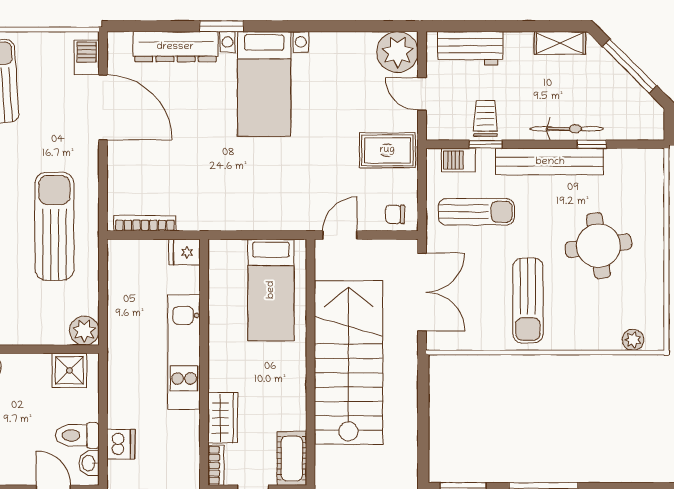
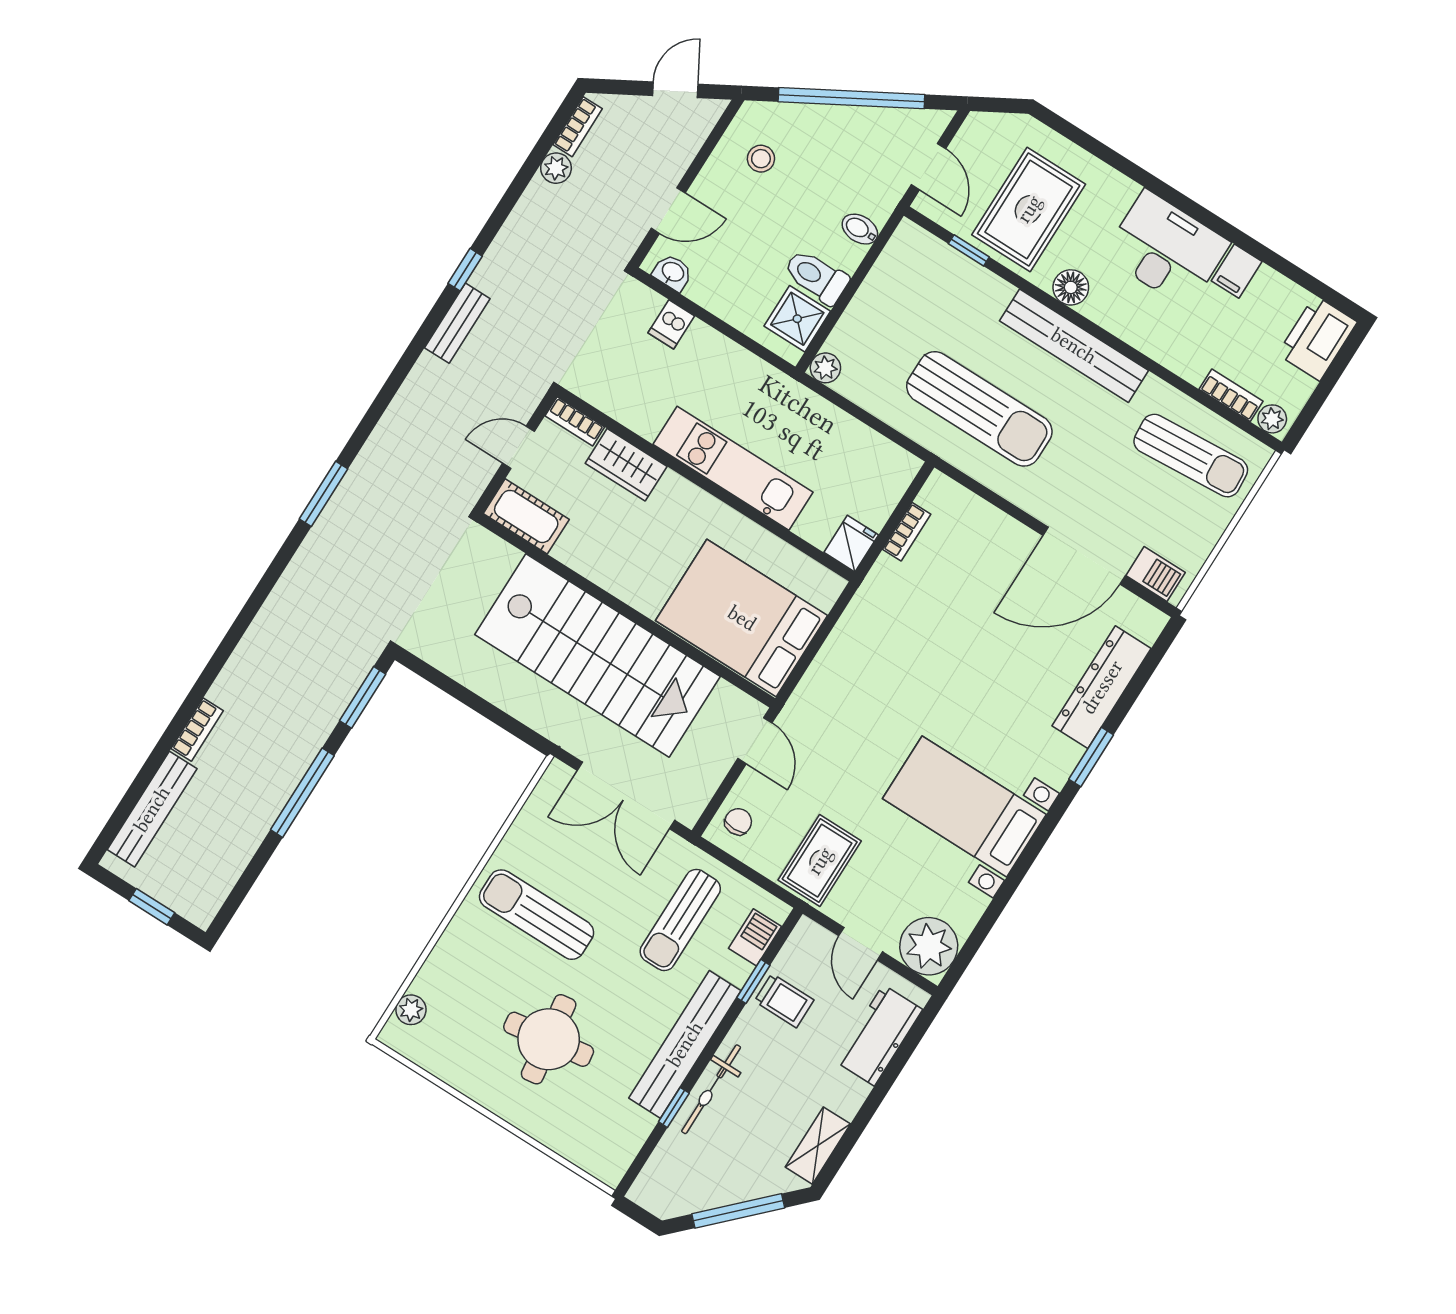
bed with nightstands: (264, 84) -> (964, 807), moved
door: (422, 94) -> (861, 944), swing flipped
bookcase: (145, 223) -> (907, 532), width x0.64
bed: (271, 290) -> (742, 618), width x1.50
plant: (84, 331) -> (825, 368), width x0.73, depth x0.73
toilet: (77, 435) -> (816, 277), moved, turned -90
dishwasher: (121, 444) -> (671, 324), width x0.73

